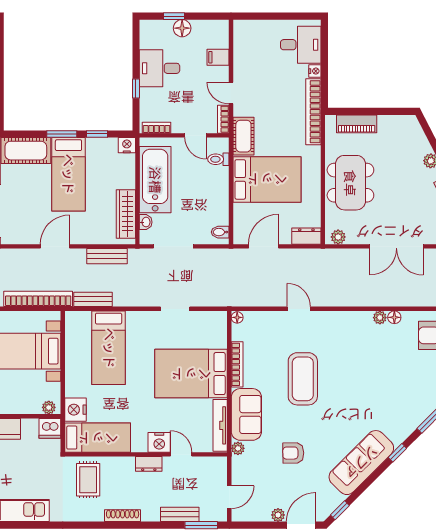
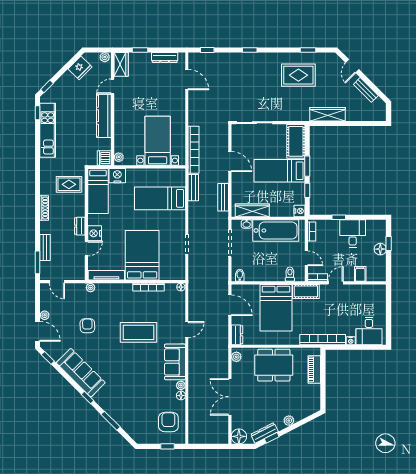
door: (195, 135) -> (306, 258), swing flipped
sofa: (246, 414) -> (175, 362), moved, turned 90

